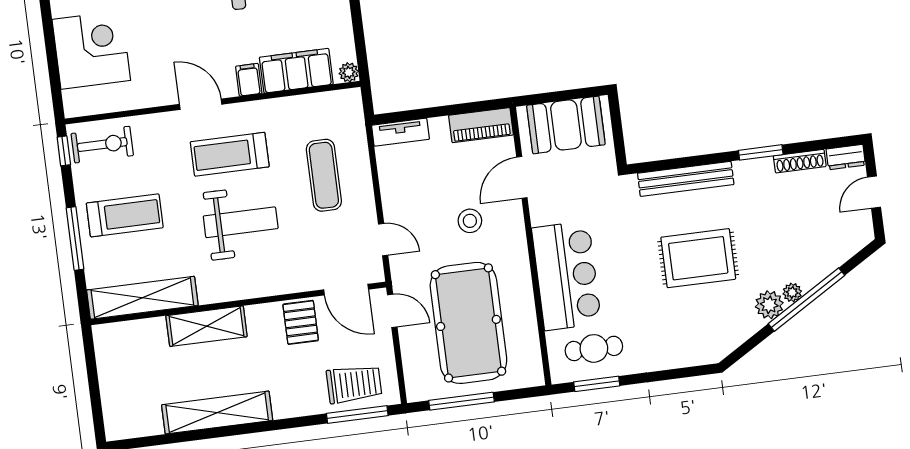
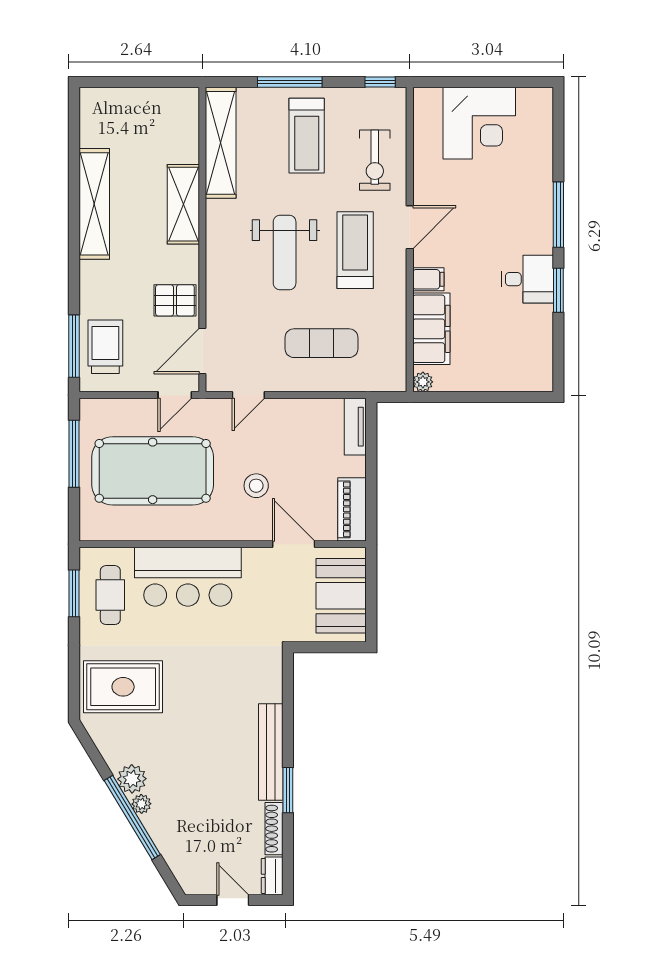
exercise bike: (102, 145) -> (375, 160), moved
bench: (686, 179) -> (271, 752), moved
rug: (698, 258) -> (123, 687), moved, turned 90
trolley: (354, 384) -> (105, 347), turned 180

